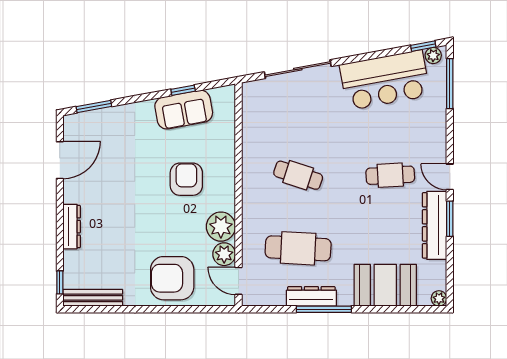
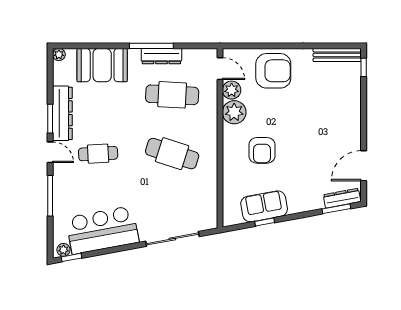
window: (450, 84) -> (50, 196), moved
cafe table: (298, 175) -> (172, 154), width x1.37, depth x1.35
dresser: (72, 227) -> (342, 198), moved, turned 80

